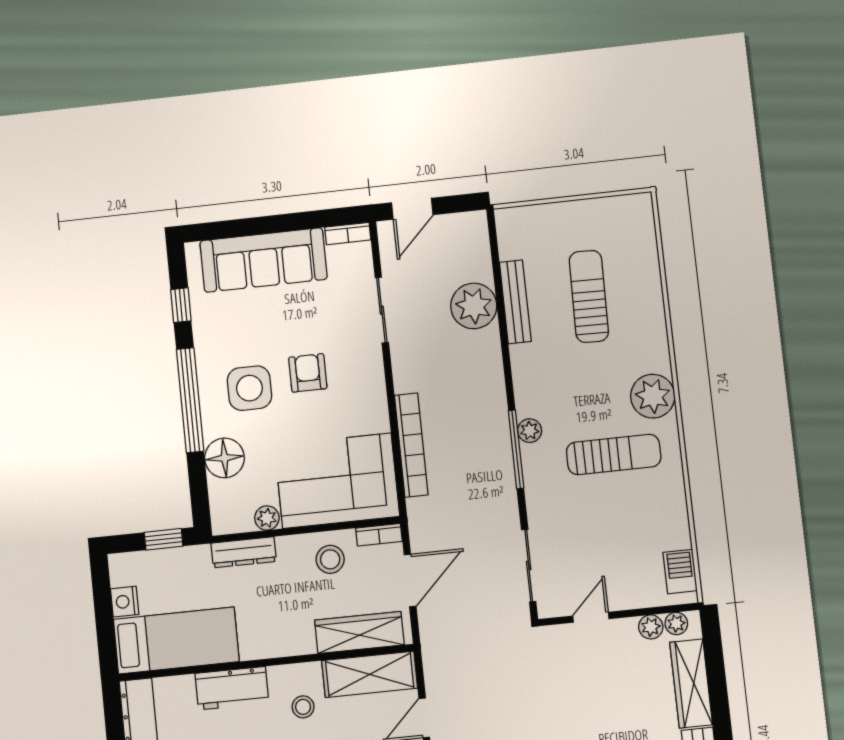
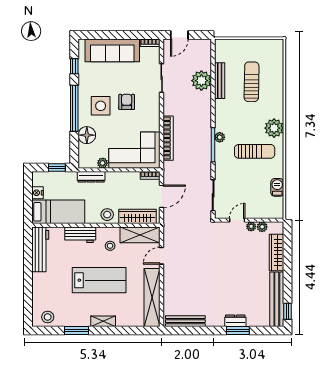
stool: (330, 559) -> (107, 215), moved
barbecue: (680, 571) -> (277, 187), moved
plant: (676, 623) -> (251, 226), moved

